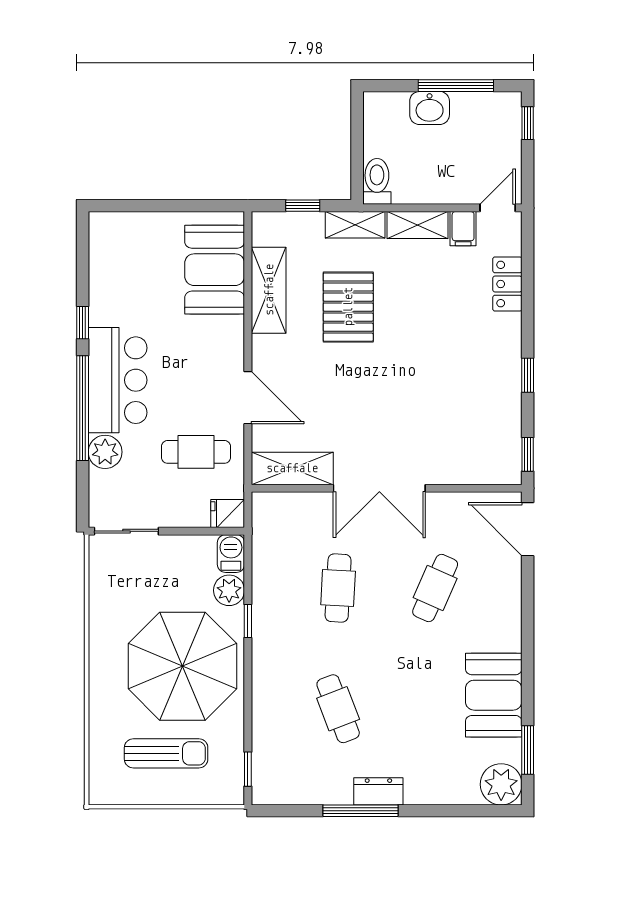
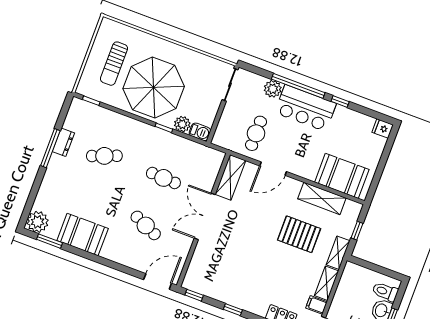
toilet: (377, 181) -> (385, 292), moved, turned 180
fridge: (228, 514) -> (383, 128), moved, turned -90
dresser: (378, 791) -> (63, 142), moved

